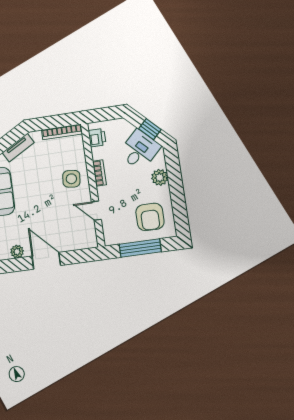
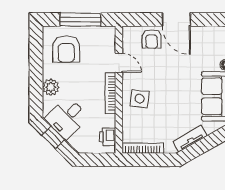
bookcase: (99, 173) -> (110, 93), width x1.56
armchair: (150, 217) -> (66, 49), turned 180
armchair: (68, 238) -> (151, 39), added
plant: (17, 252) -> (205, 33), removed

